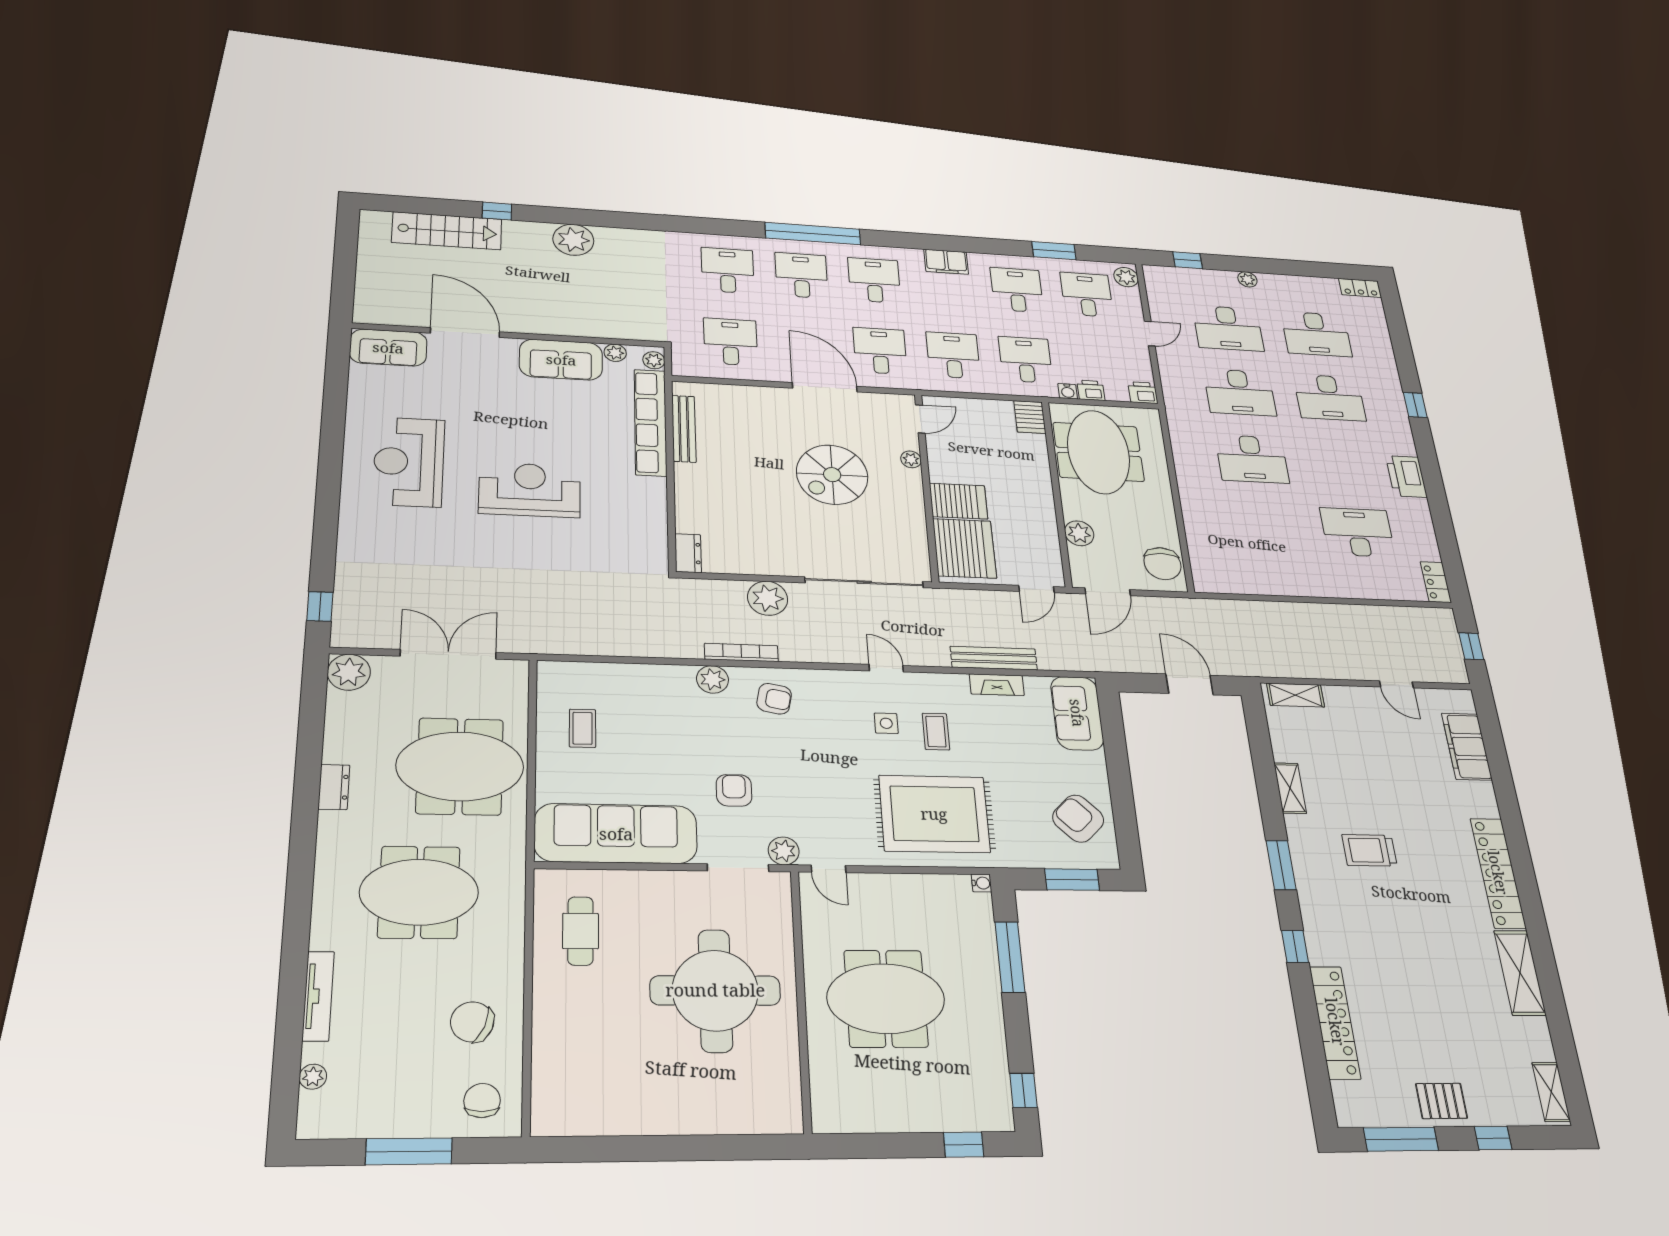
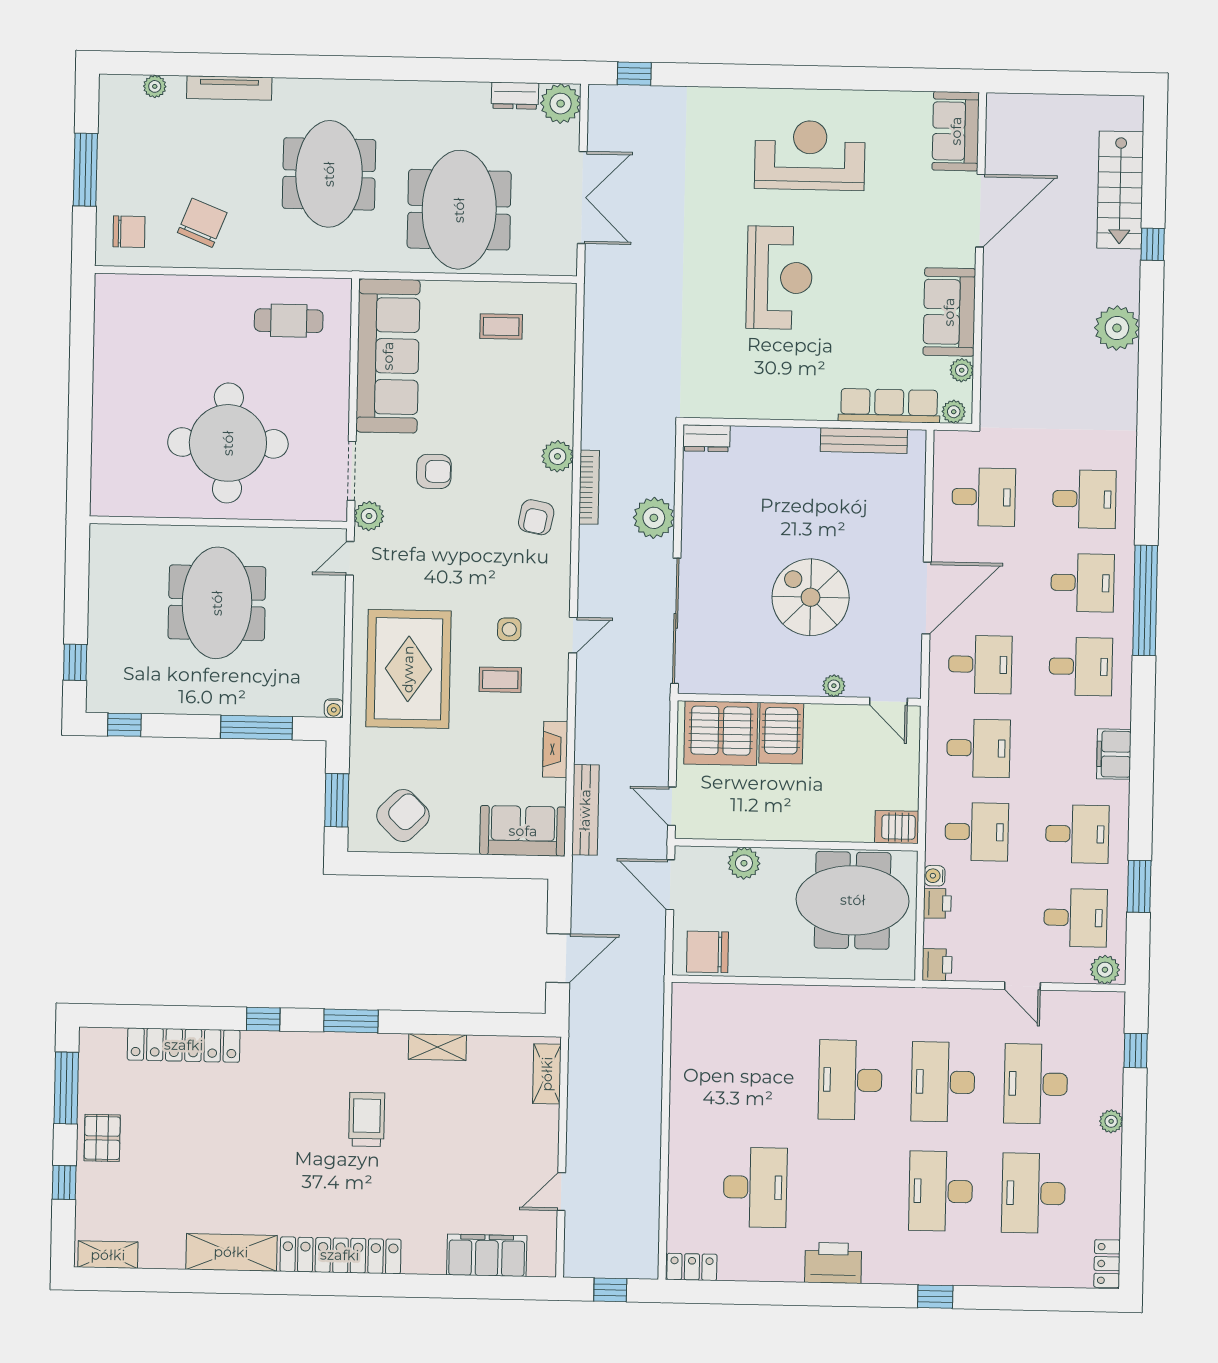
row of seats: (651, 422) -> (889, 406), width x0.73
bench: (994, 658) -> (585, 810), moved
dresser: (334, 787) -> (515, 96), moved

